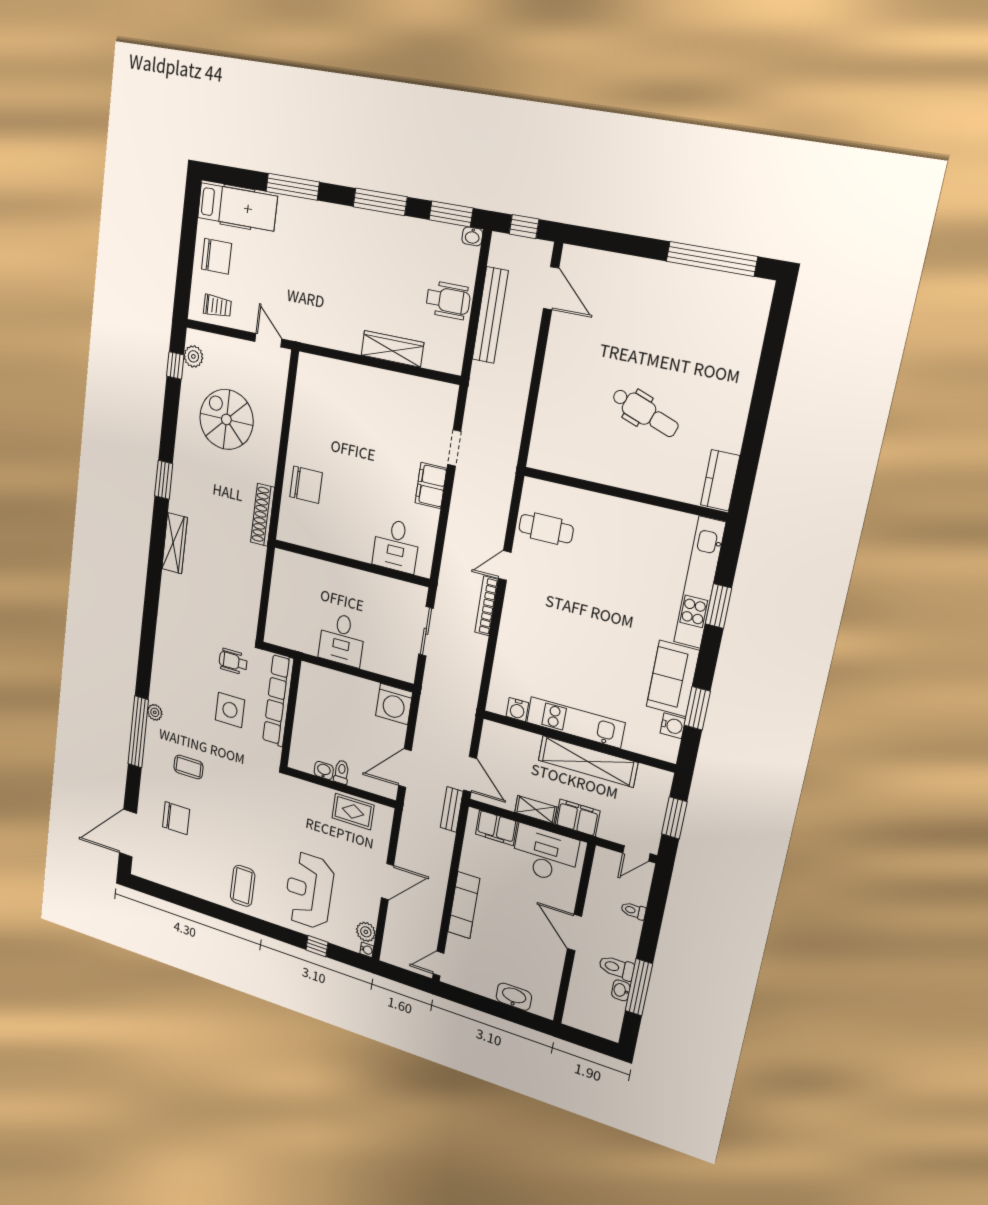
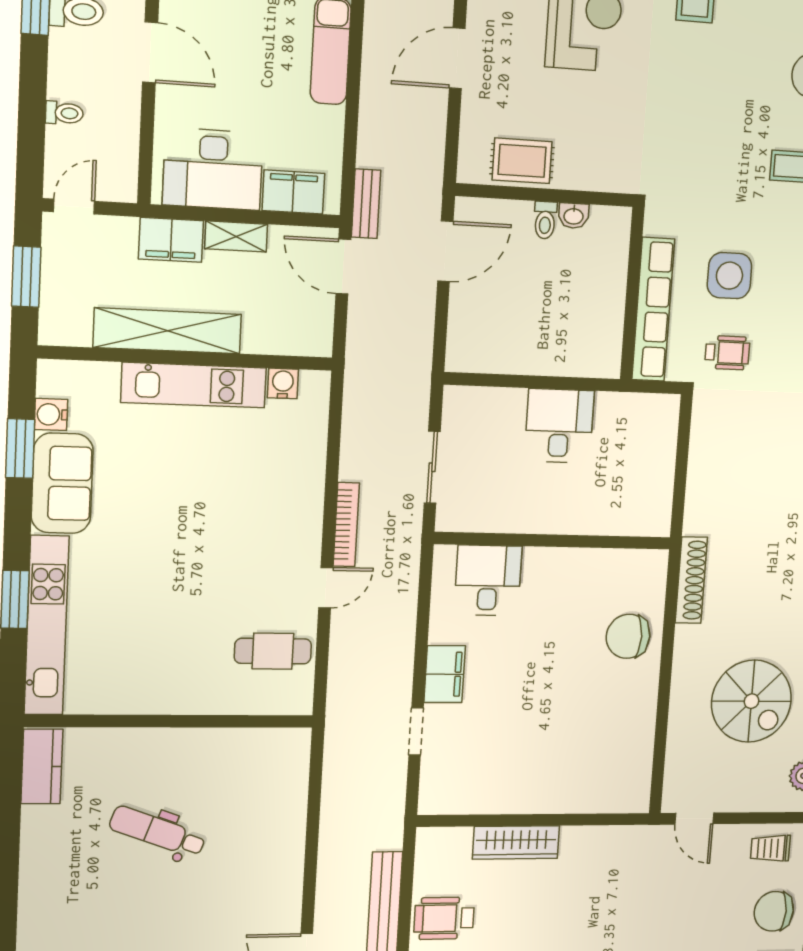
washing machine: (394, 704) -> (471, 347), removed

